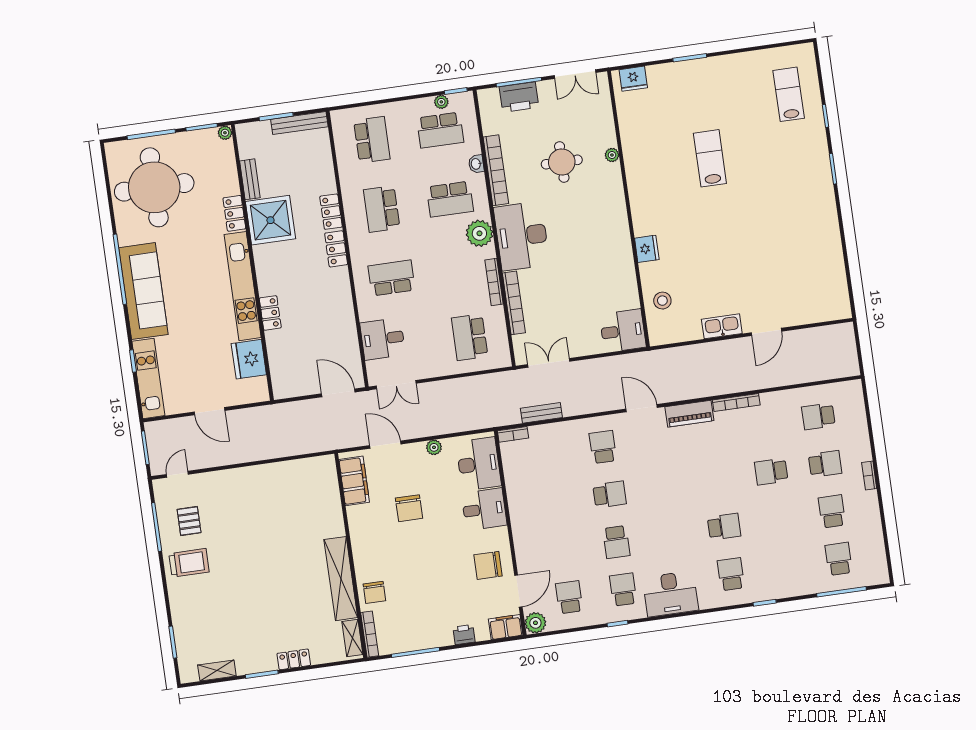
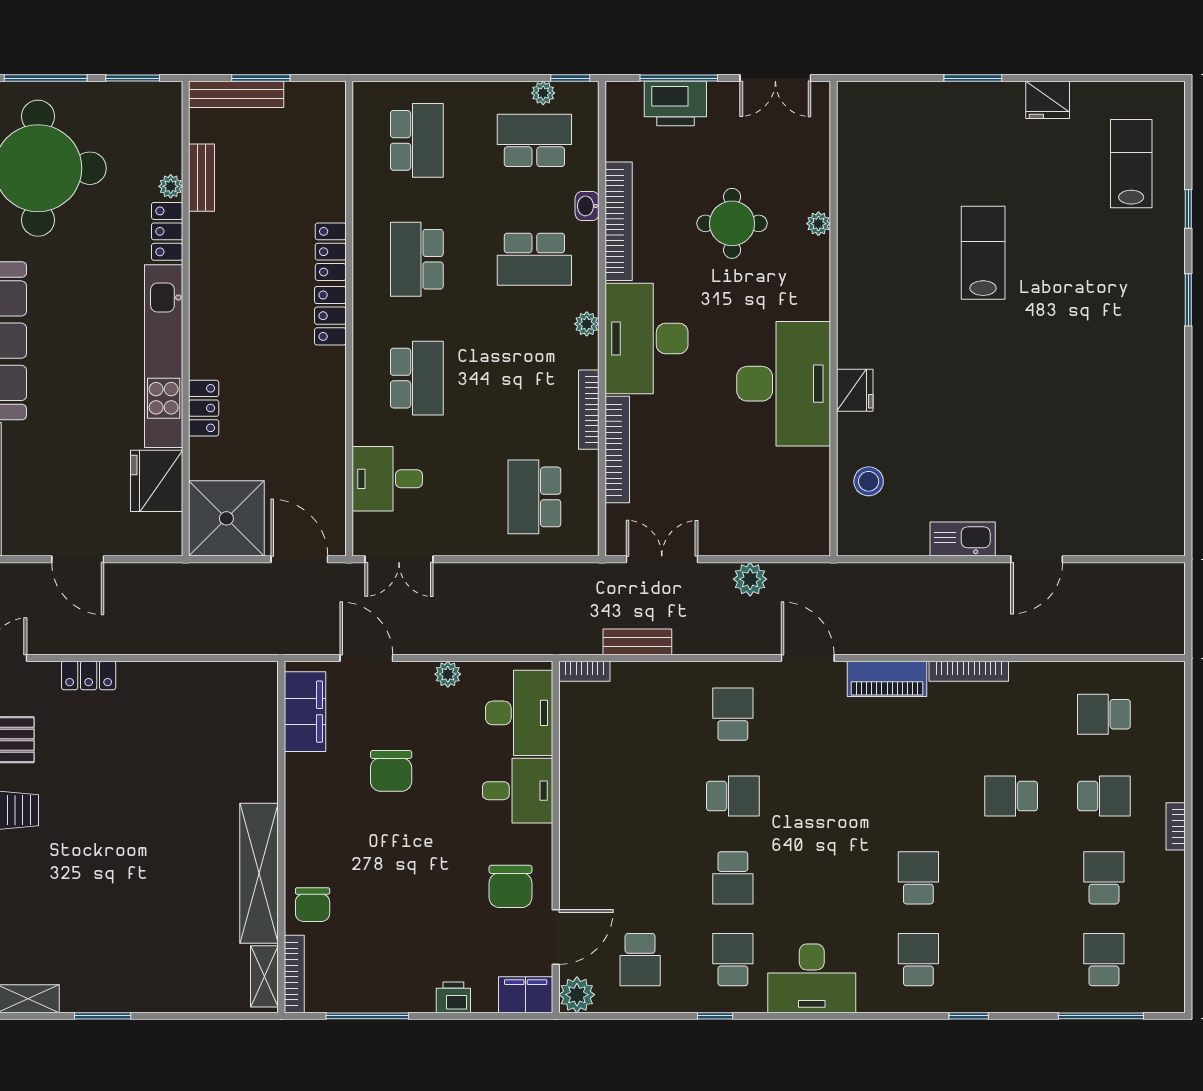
fridge: (633, 79) -> (1048, 100), moved
bench: (299, 123) -> (236, 94), moved
school desk: (440, 130) -> (534, 140), turned 180
plant: (225, 133) -> (171, 186), moved
shower: (270, 220) -> (226, 518), moved
plant: (479, 233) -> (587, 324), width x0.53, depth x0.53
school desk: (391, 278) -> (417, 378), turned 90
desk: (623, 331) -> (784, 384), moved, width x1.87, depth x1.30
plant: (602, 367) -> (750, 579), added
school desk: (724, 527) -> (918, 878), turned -90
chair: (488, 565) -> (511, 886), turned -90
school desk: (569, 597) -> (640, 960), turned 180
locker: (294, 659) -> (89, 675), moved, turned 180

